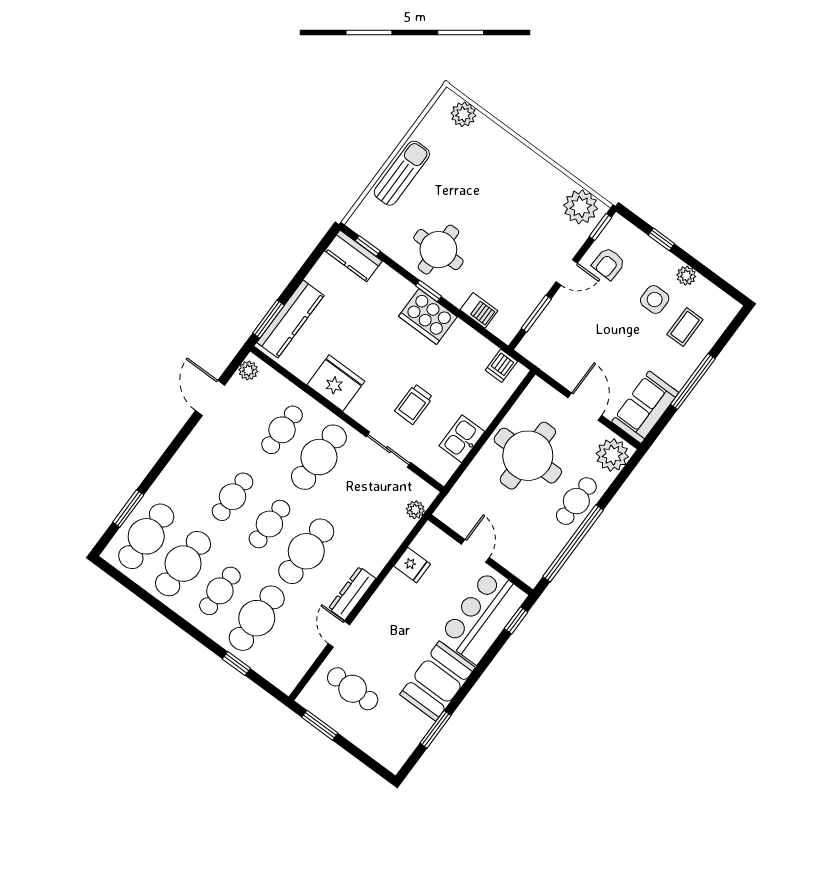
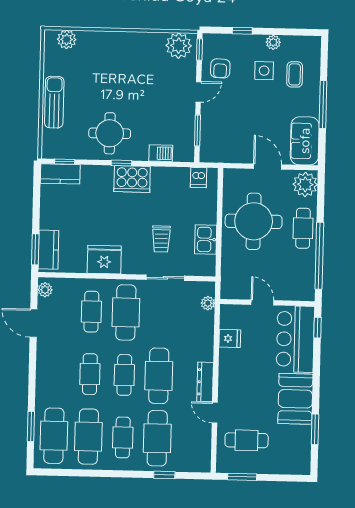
kitchen counter: (290, 319) -> (48, 250), width x0.67

